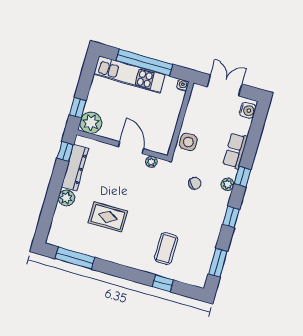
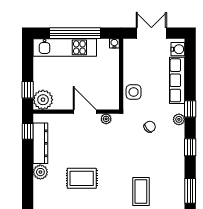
row of seats: (235, 151) -> (177, 80), width x1.48

